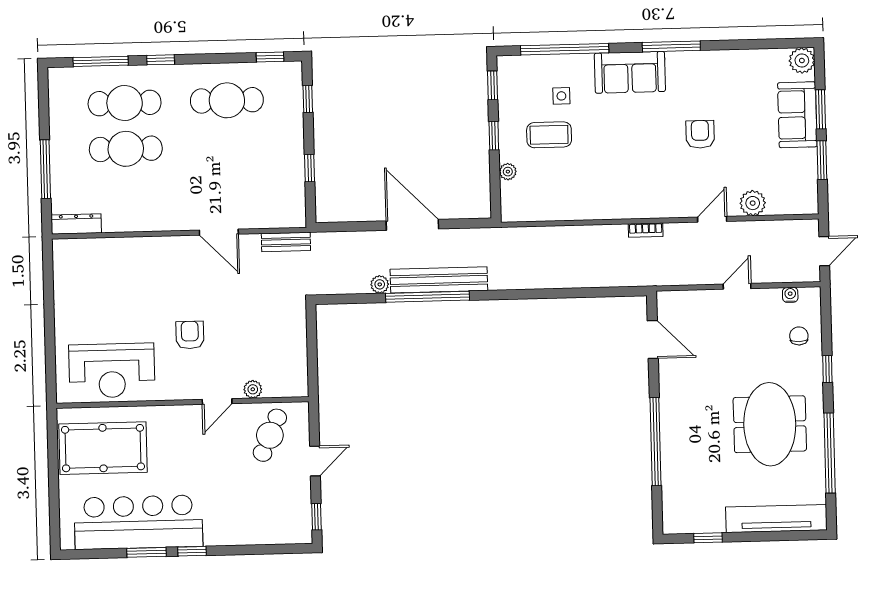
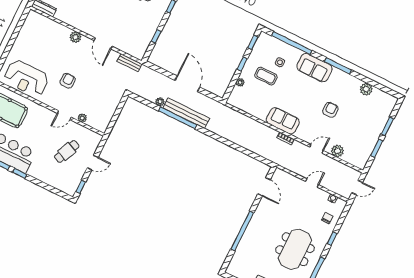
plant: (802, 60) -> (366, 89), moved
sofa: (797, 115) -> (283, 121), moved, turned 90
plant: (162, 248) -> (75, 37), added
cafe table: (270, 435) -> (67, 151), moved

